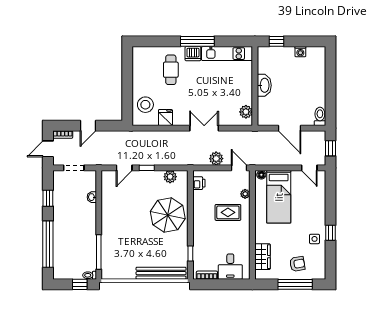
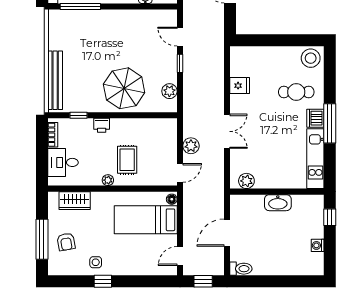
stool: (145, 105) -> (311, 58), moved
printer: (199, 183) -> (102, 125), moved
plant: (245, 194) -> (108, 180), moved

